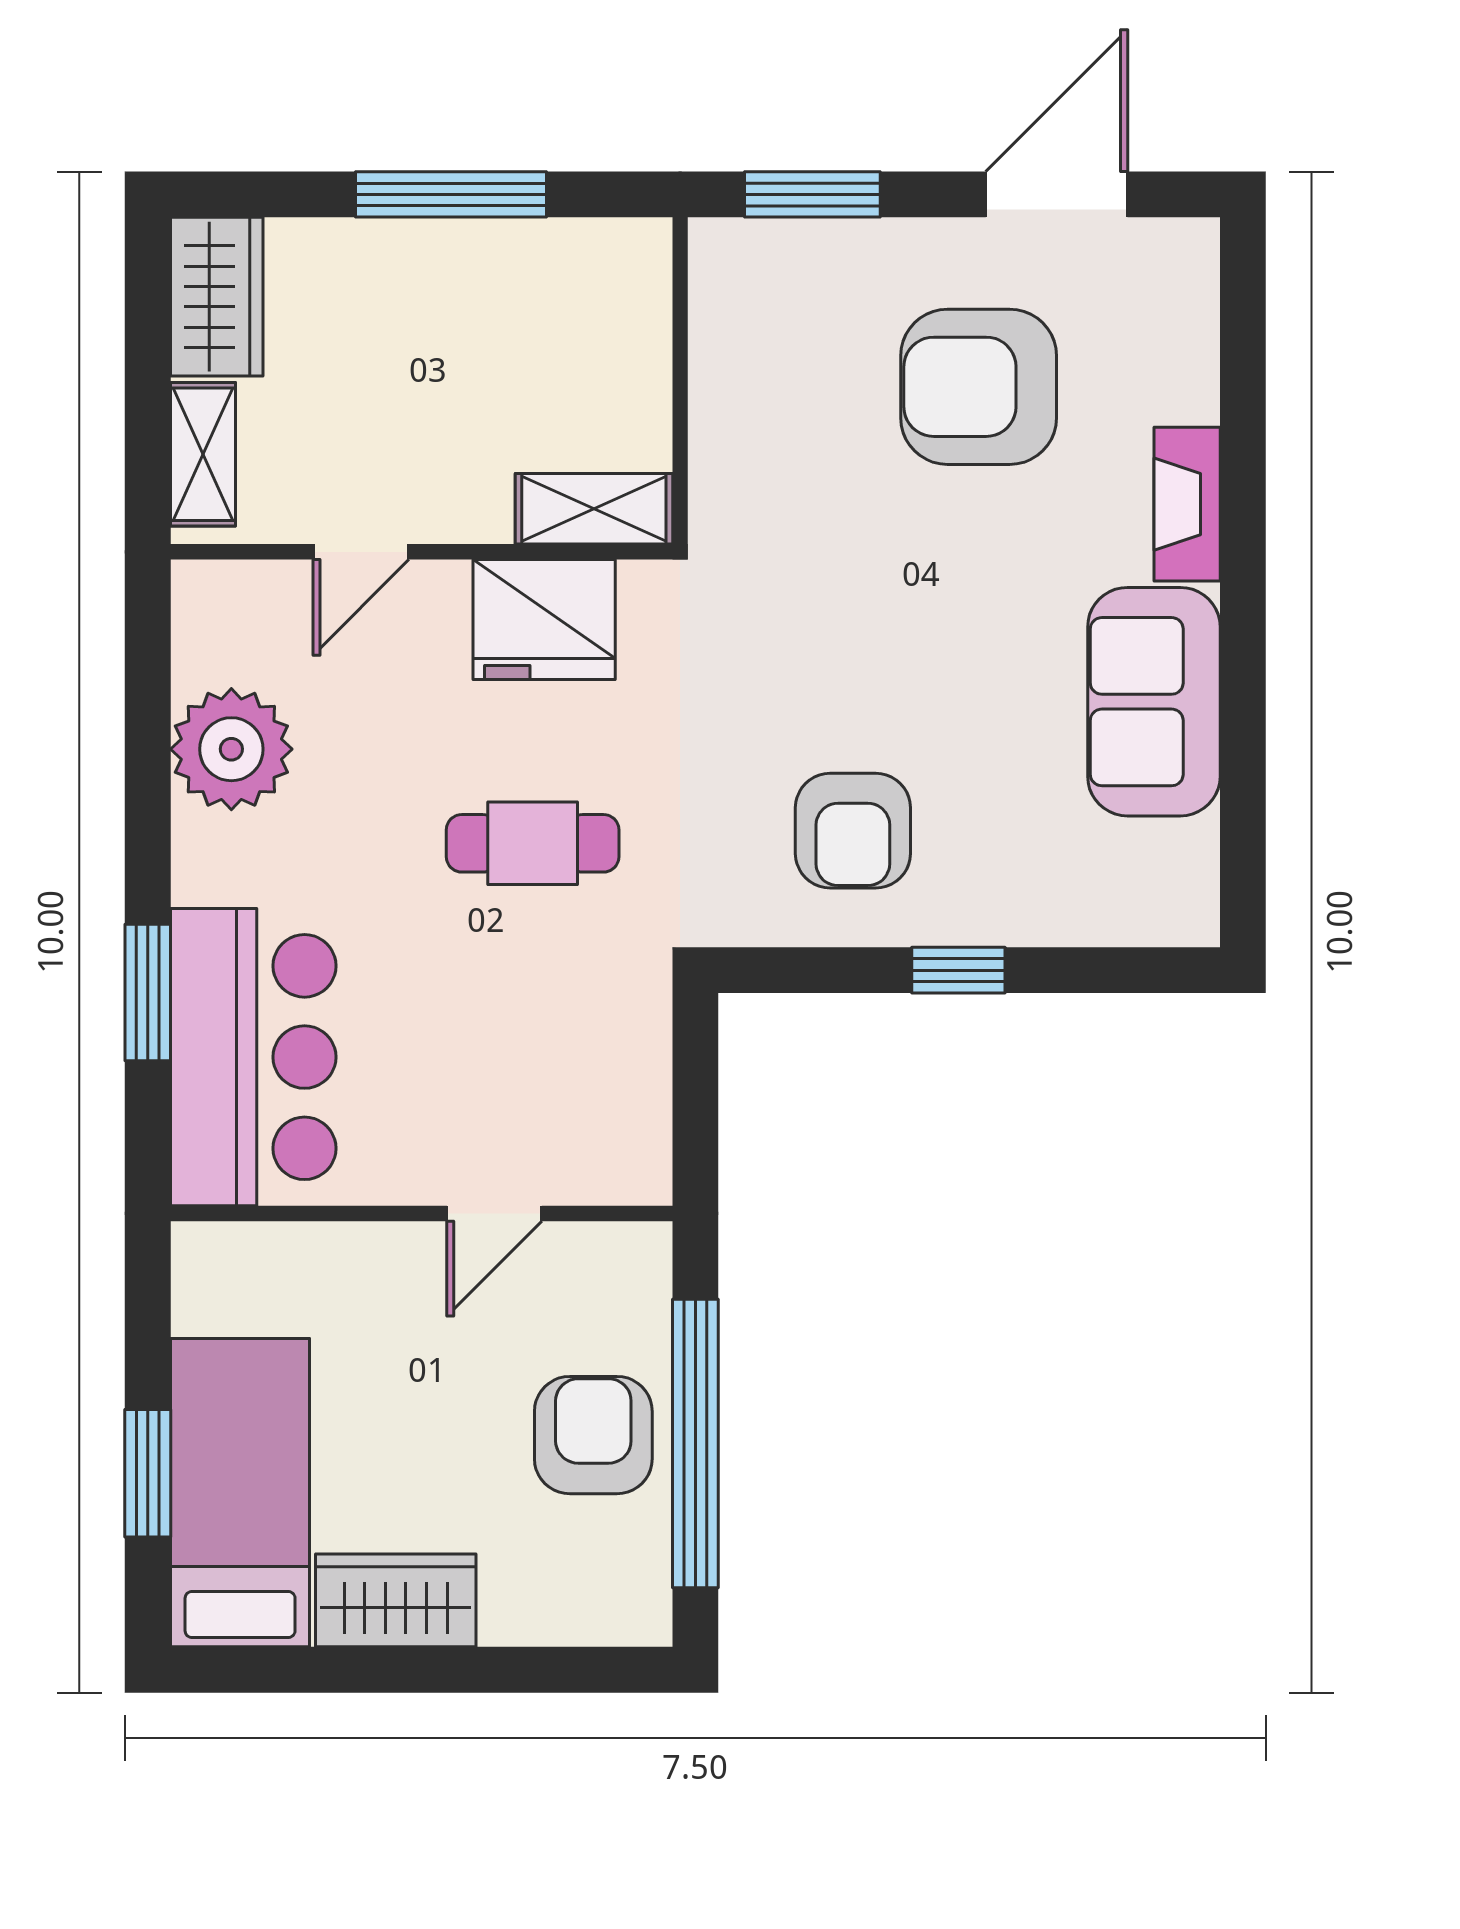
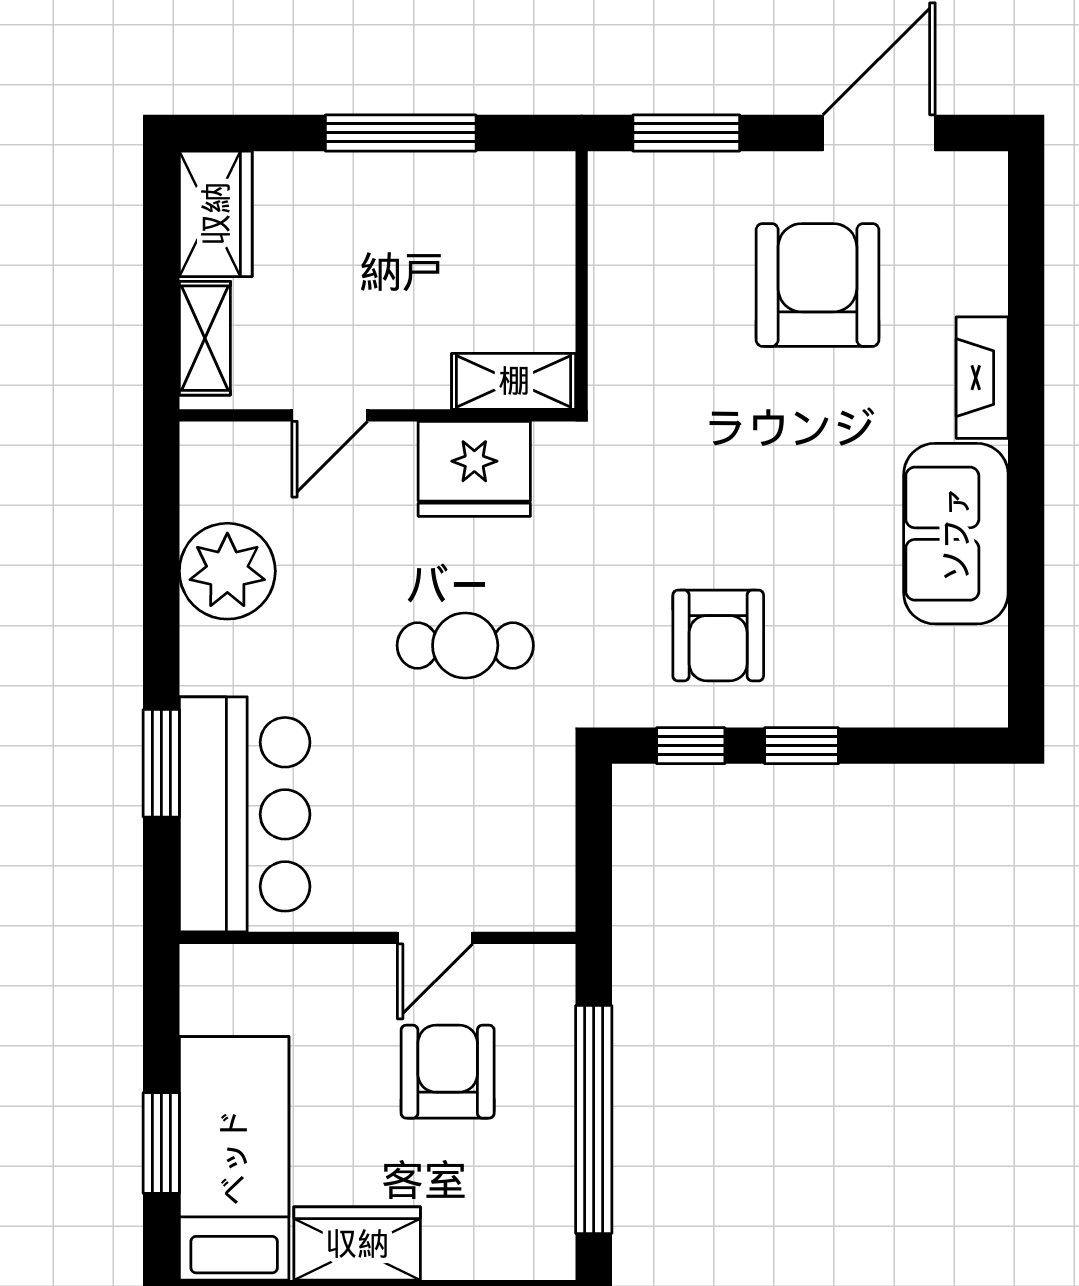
armchair: (979, 387) -> (817, 285), turned 90
window: (818, 970) -> (691, 746), added
armchair: (593, 1435) -> (448, 1072), moved

